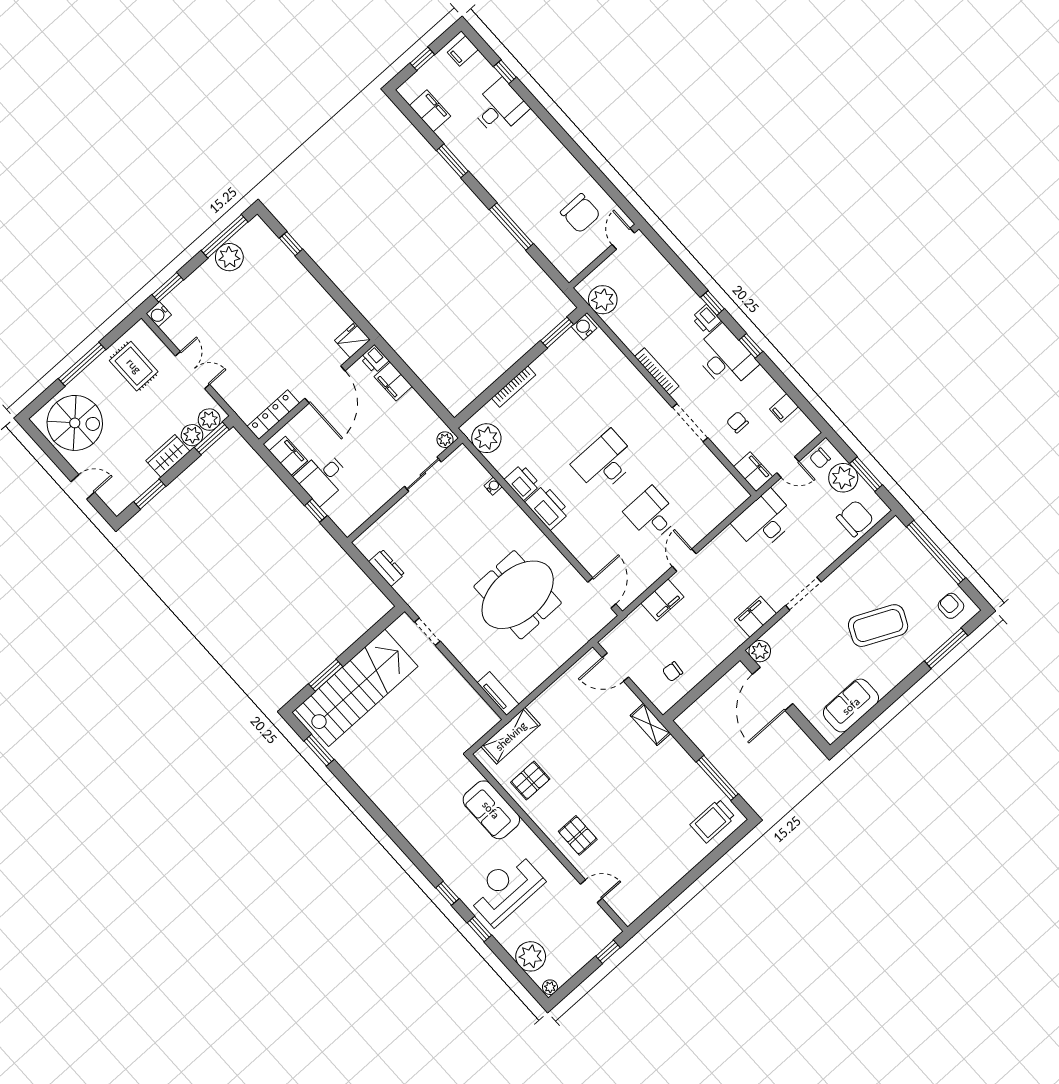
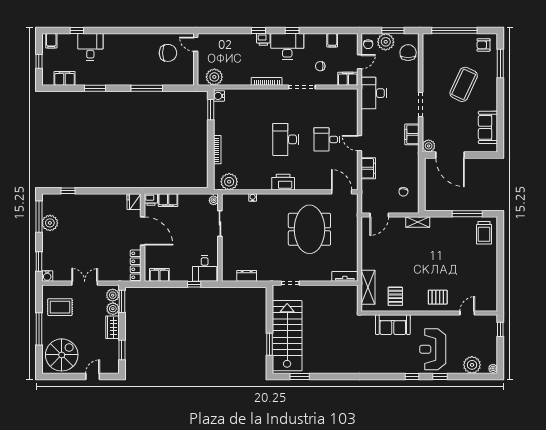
desk: (322, 477) -> (205, 268), moved
printer: (522, 482) -> (262, 183), removed

